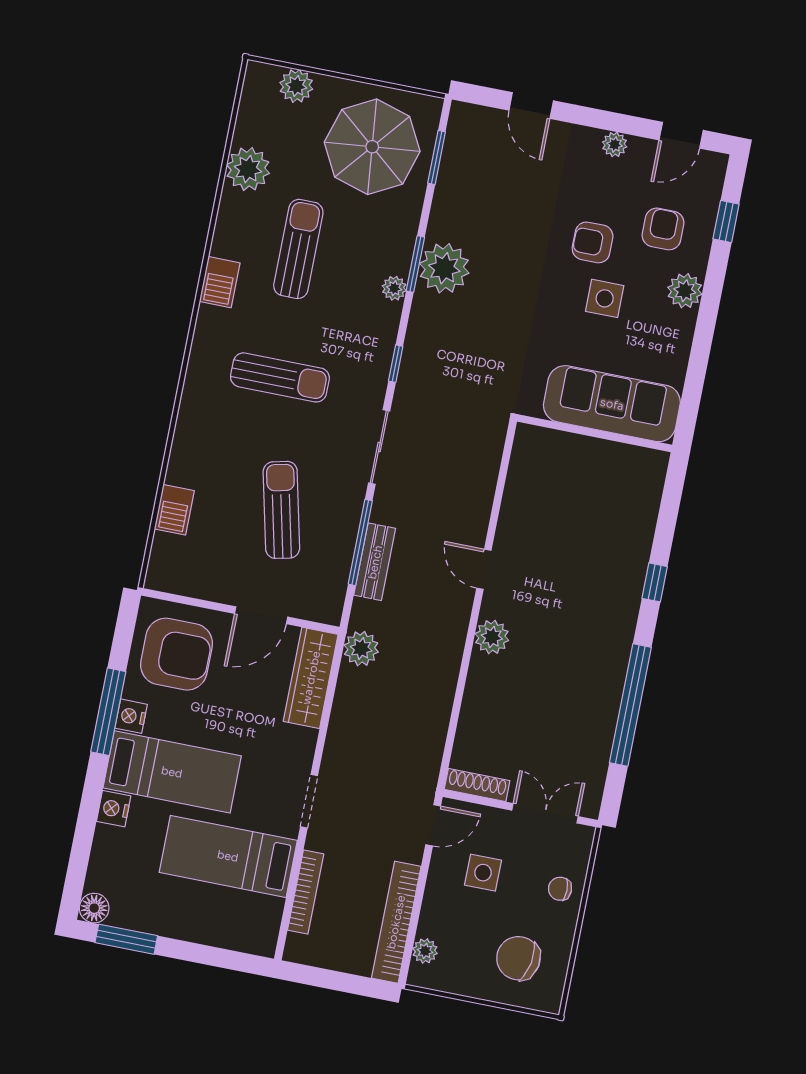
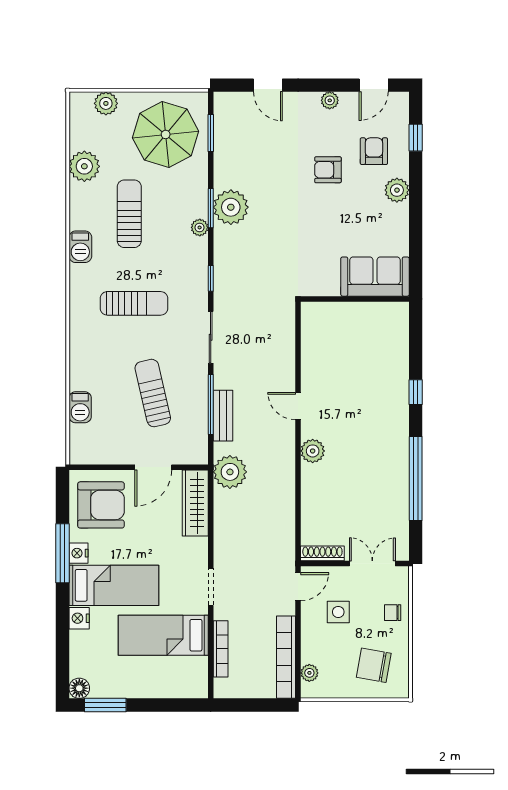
side table: (605, 298) -> (344, 206), removed
sofa: (612, 404) -> (375, 277), width x0.73
plant: (361, 649) -> (230, 472), width x1.36, depth x1.36

